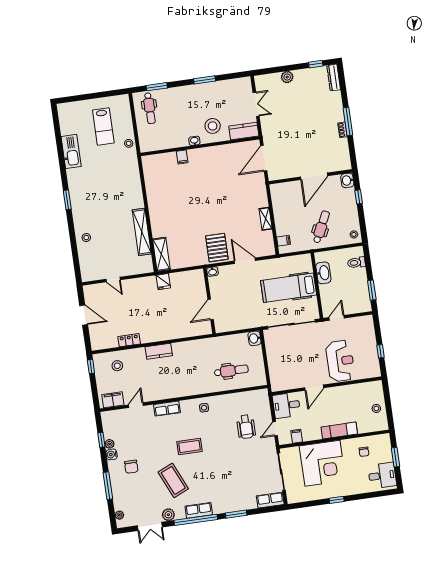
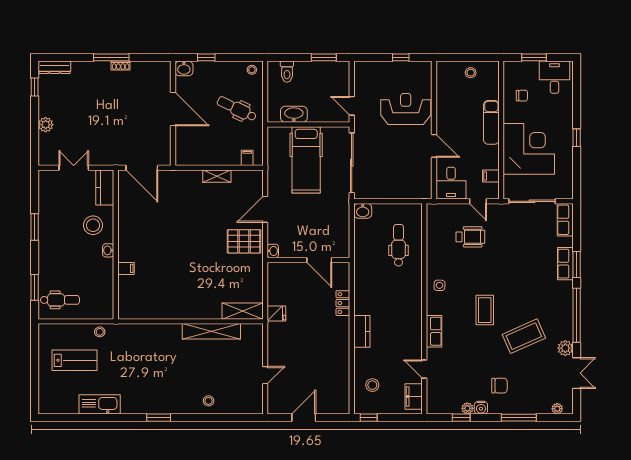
locker: (129, 340) -> (343, 303), moved
row of seats: (199, 510) -> (565, 264), moved

